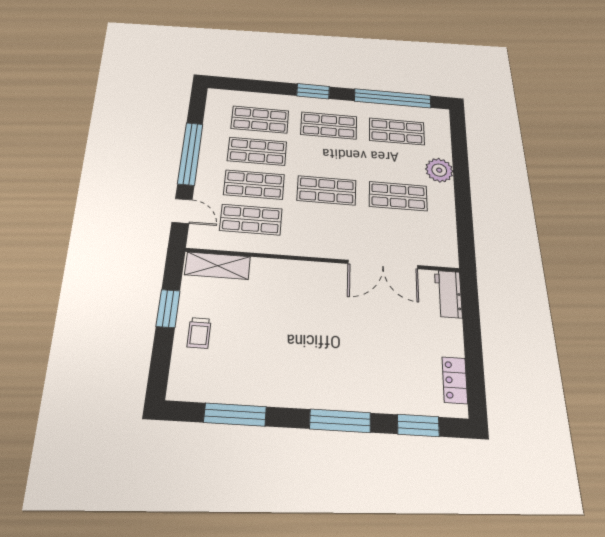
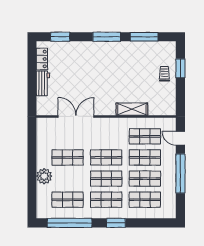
shop shelf: (328, 157) -> (106, 179), added
shelving: (218, 266) -> (132, 109), moved
workbench: (448, 294) -> (43, 83), moved
window: (168, 308) -> (180, 68), moved
window: (340, 421) -> (107, 37), moved

